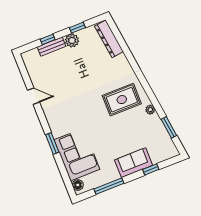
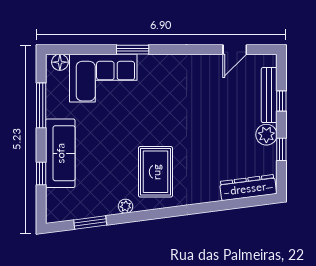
bench: (52, 47) -> (269, 95), width x1.36
door: (34, 96) -> (235, 50), moved
sofa: (134, 163) -> (60, 153), width x1.36

